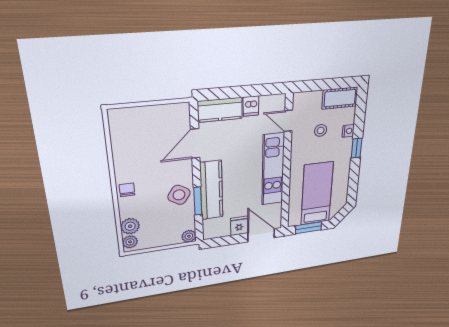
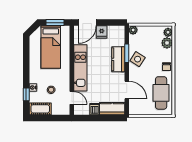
door: (195, 144) -> (127, 90), hinge flipped
cafe table: (132, 146) -> (161, 93), added
window: (357, 148) -> (26, 94), moved
kitchen counter: (211, 190) -> (118, 59), width x0.67
door: (261, 235) -> (87, 23), hinge flipped

